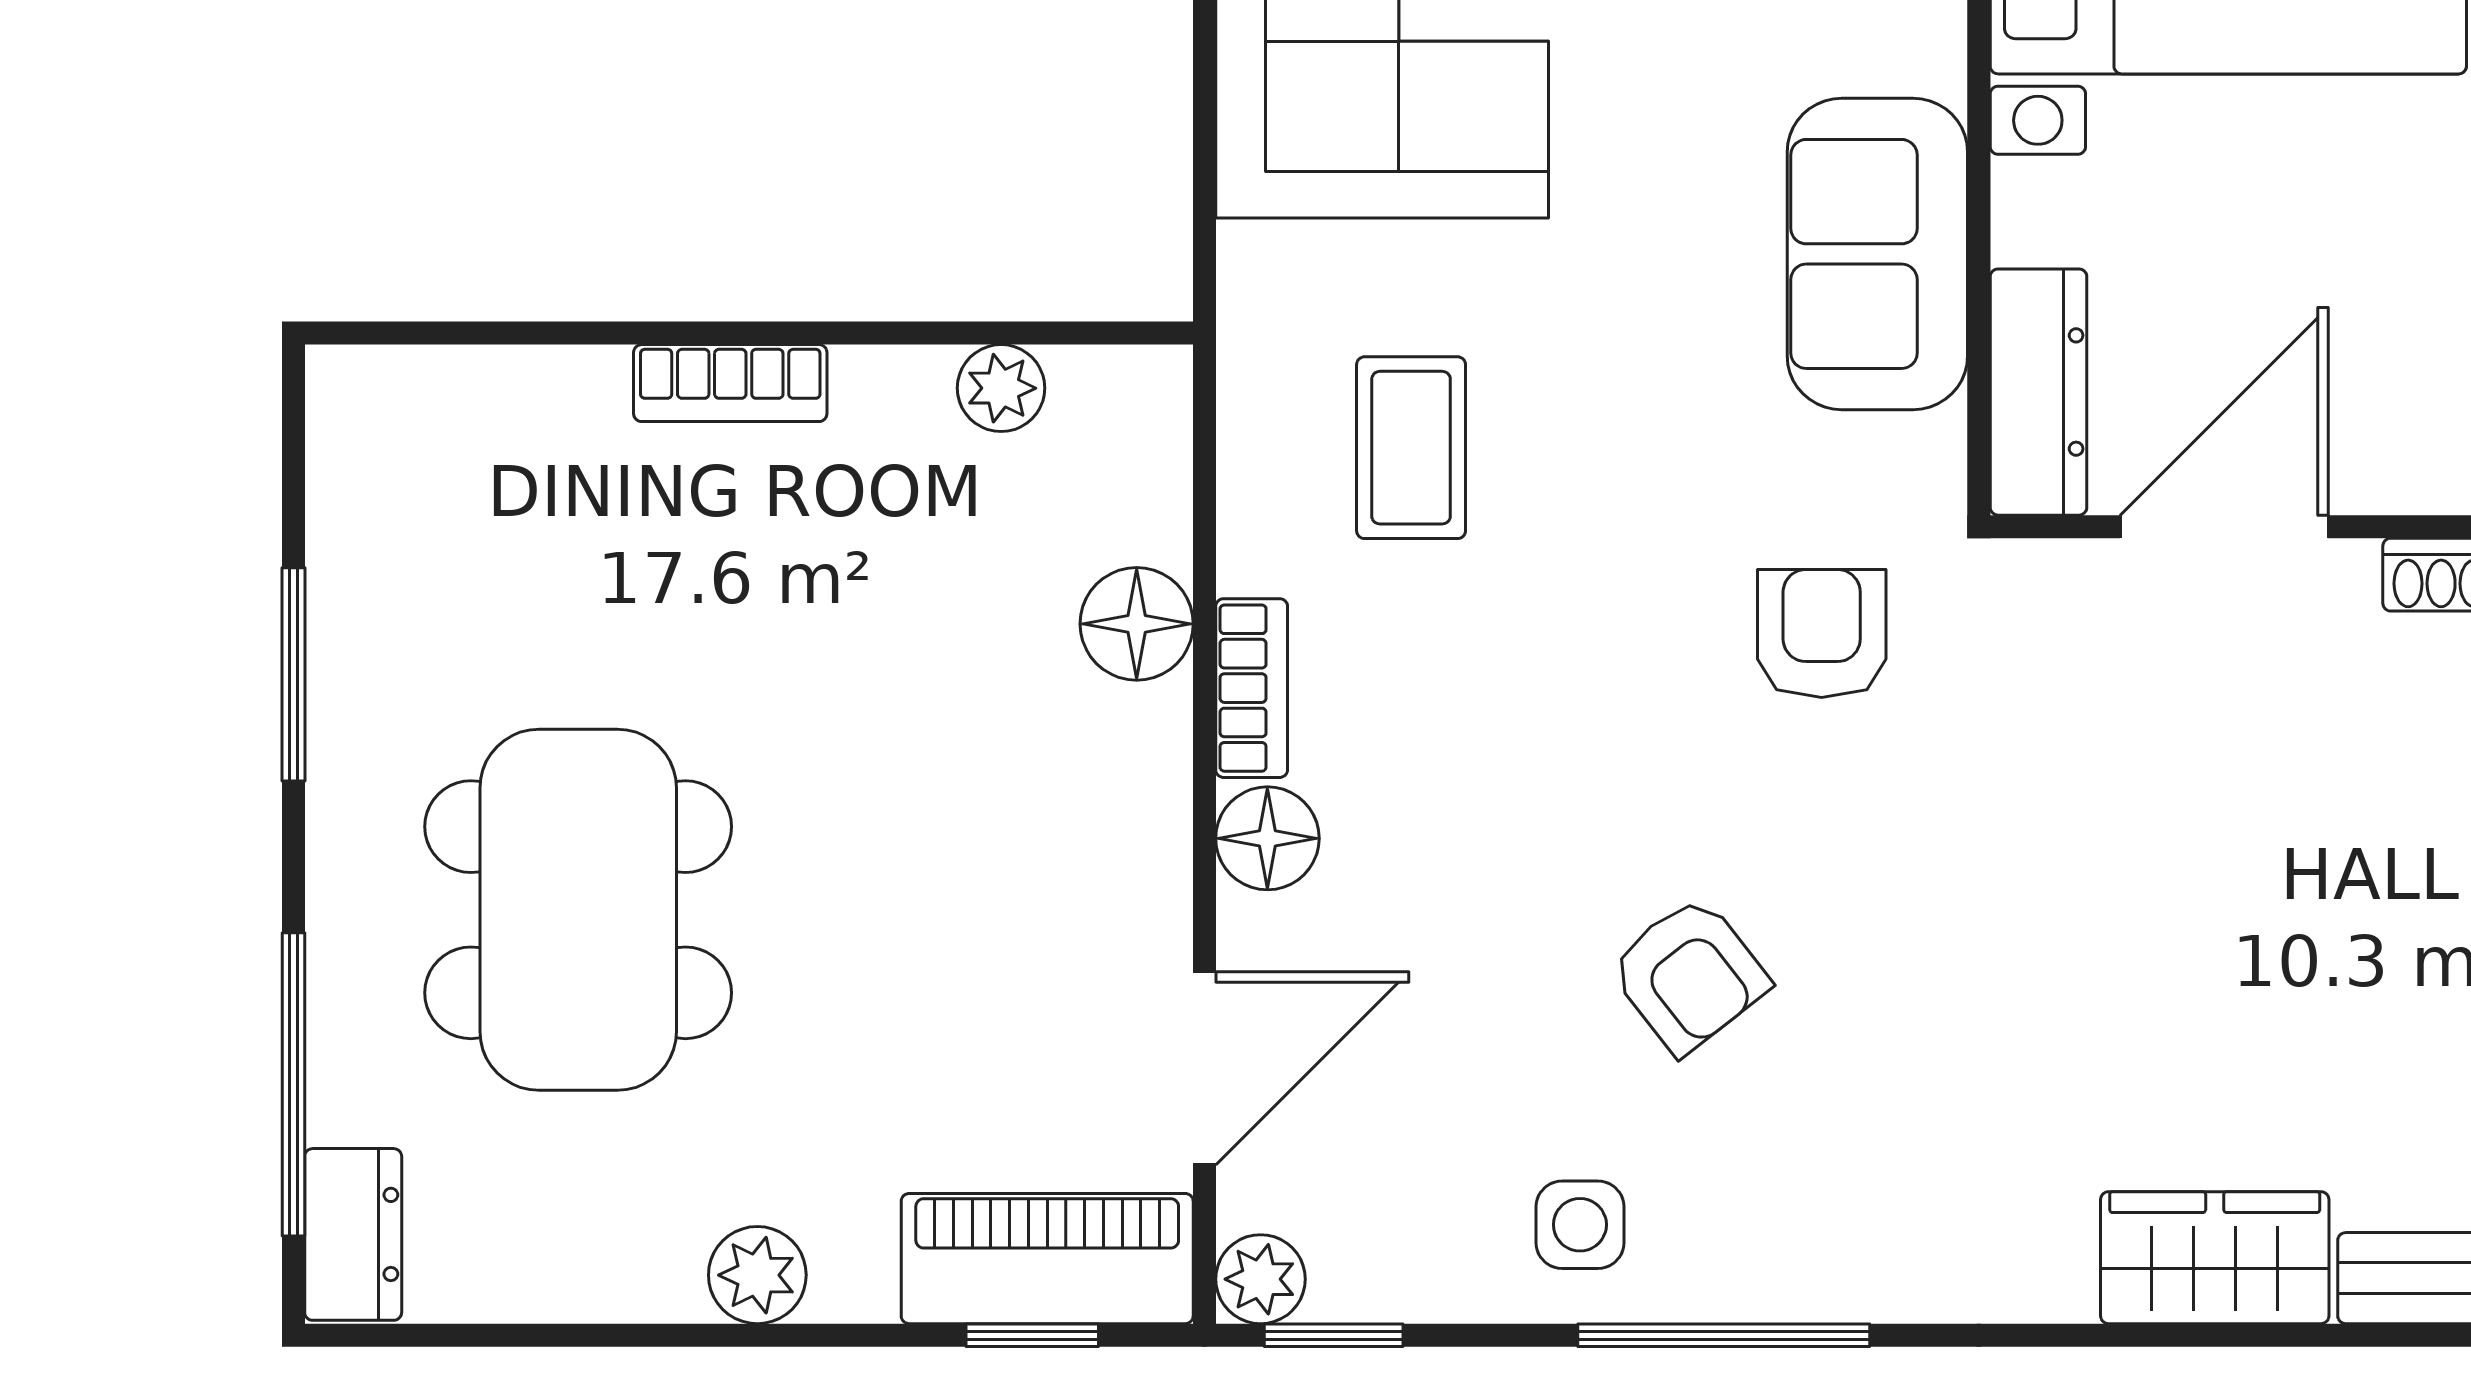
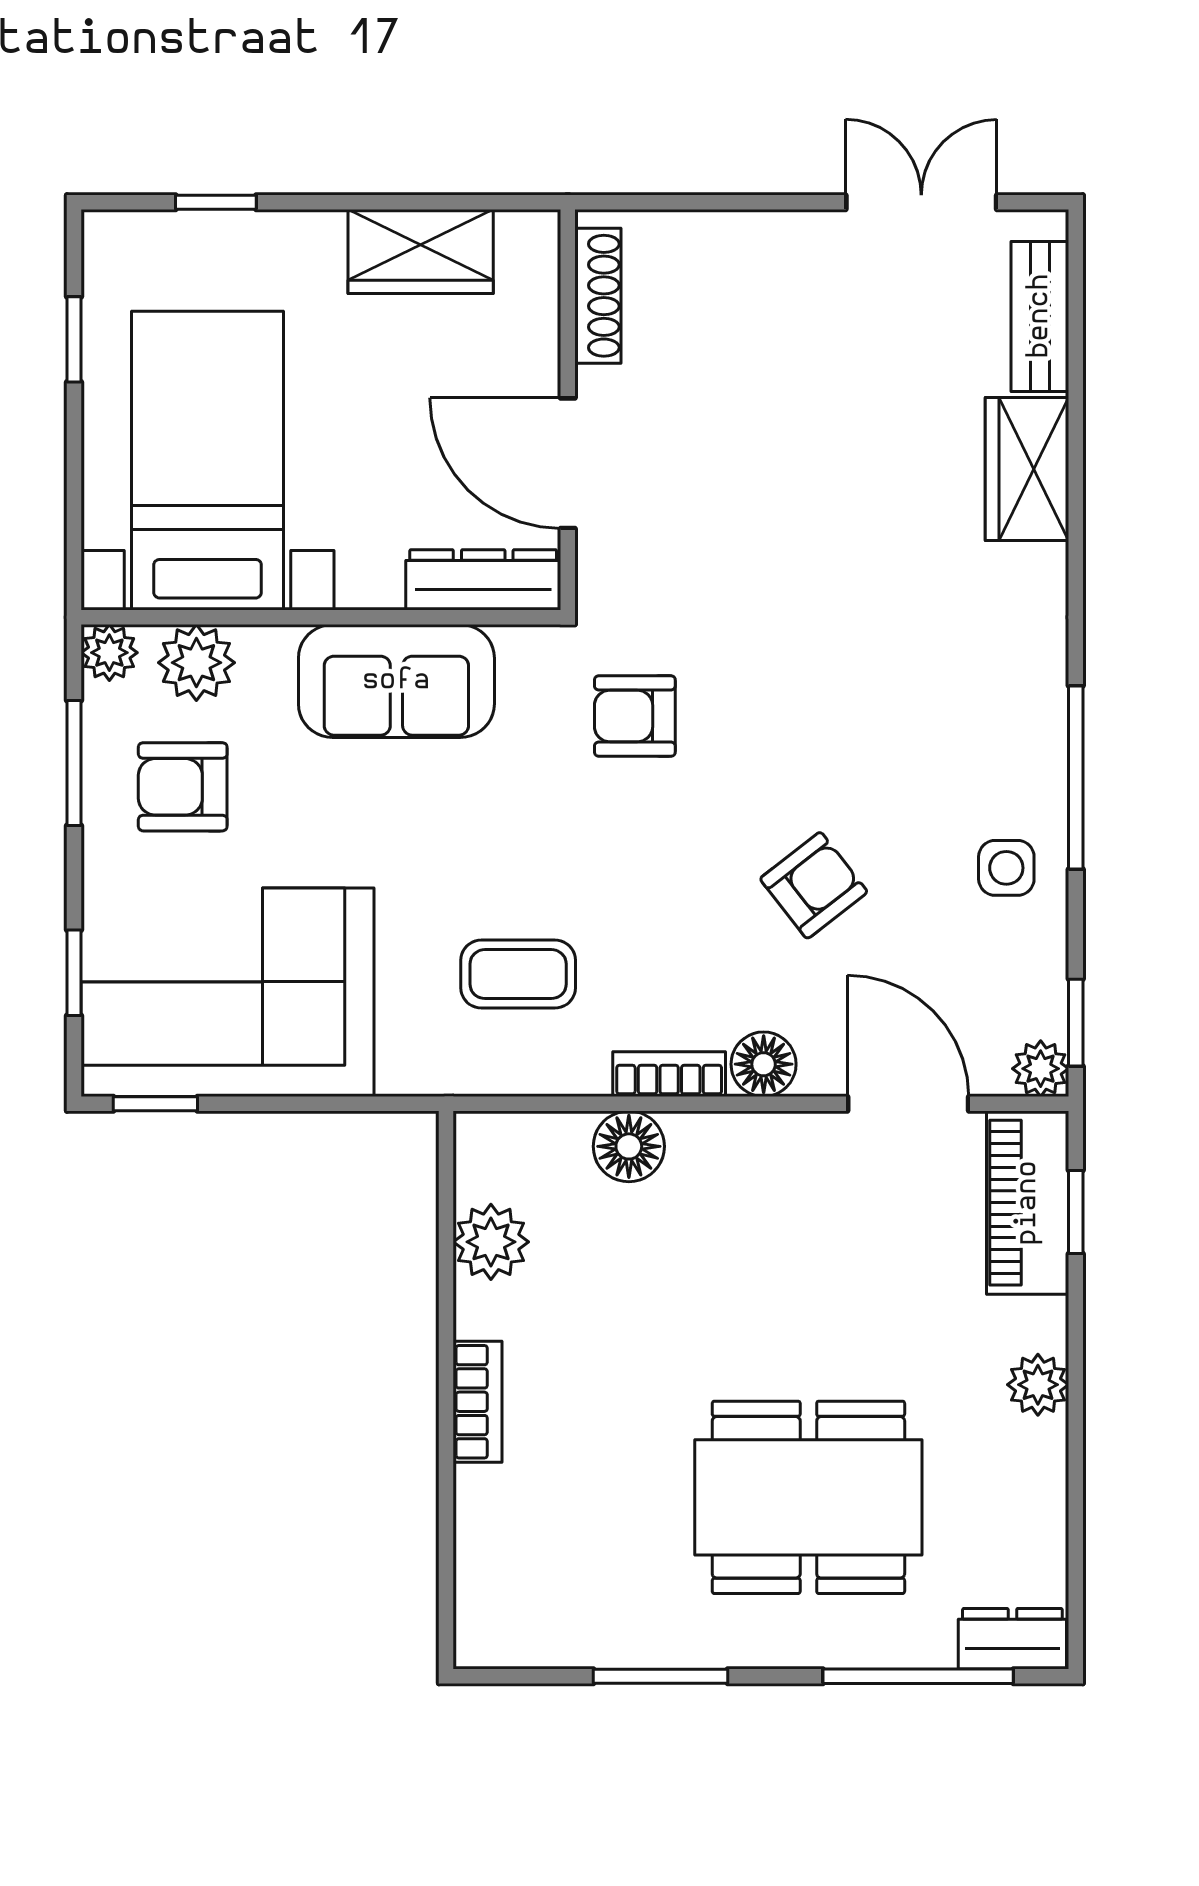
plant: (1001, 388) -> (491, 1242), width x1.38, depth x1.38
armchair: (1689, 975) -> (814, 885), moved

